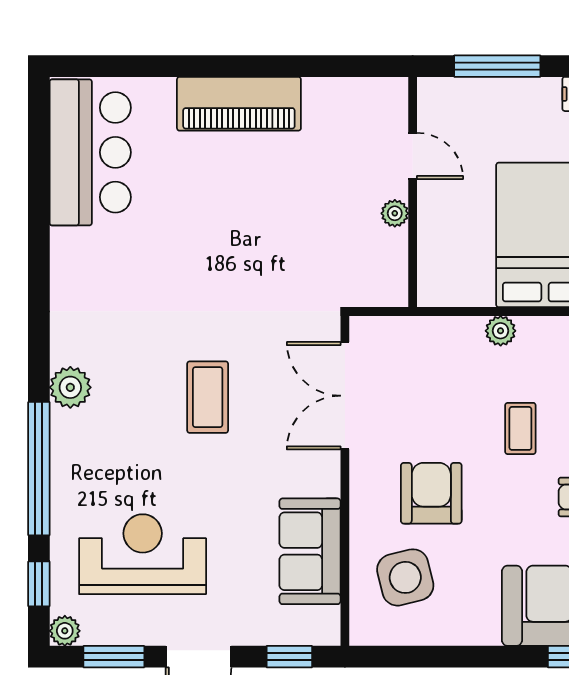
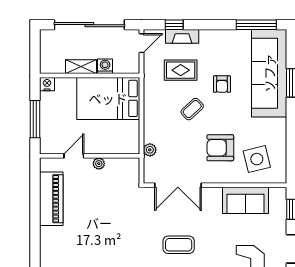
piano: (239, 104) -> (51, 199), moved
plant: (501, 331) -> (150, 150), moved
coffee table: (520, 428) -> (192, 109), turned -43

